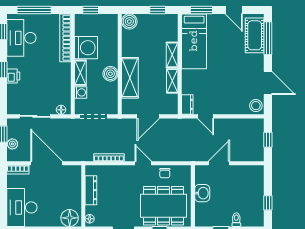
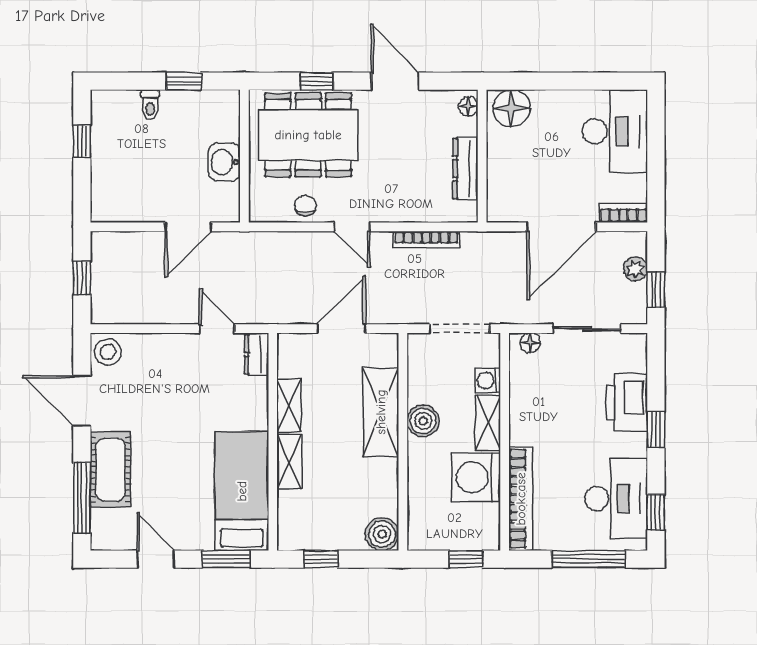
cot: (255, 35) -> (111, 470), moved
printer: (13, 76) -> (627, 403), width x1.87, depth x1.48
door: (47, 163) -> (561, 227), hinge flipped

